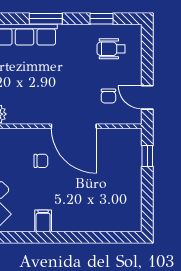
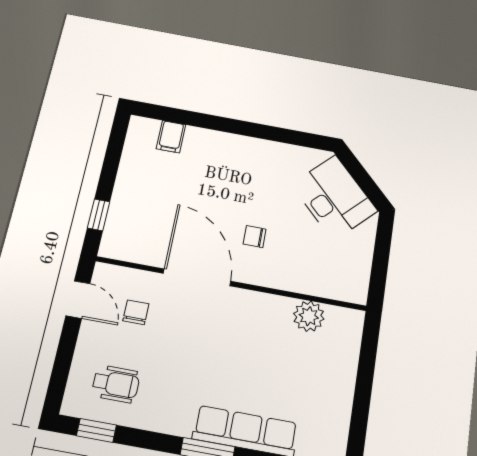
window: (102, 19) -> (96, 430), moved
filing cabinet: (43, 221) -> (171, 137), moved

